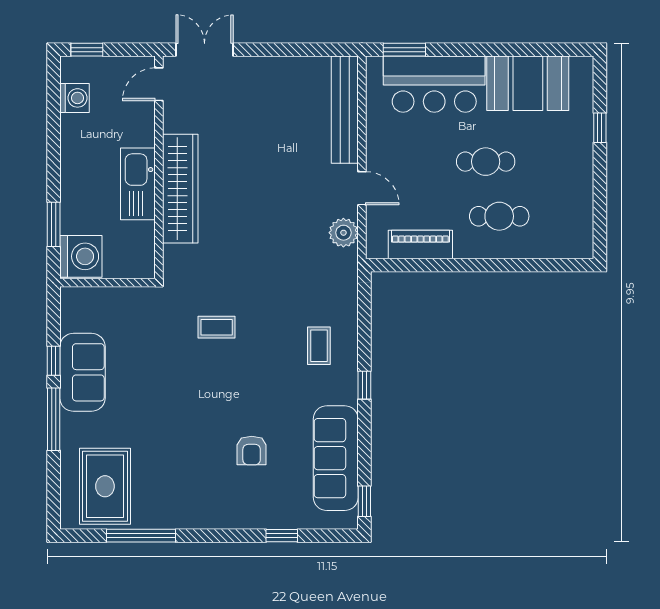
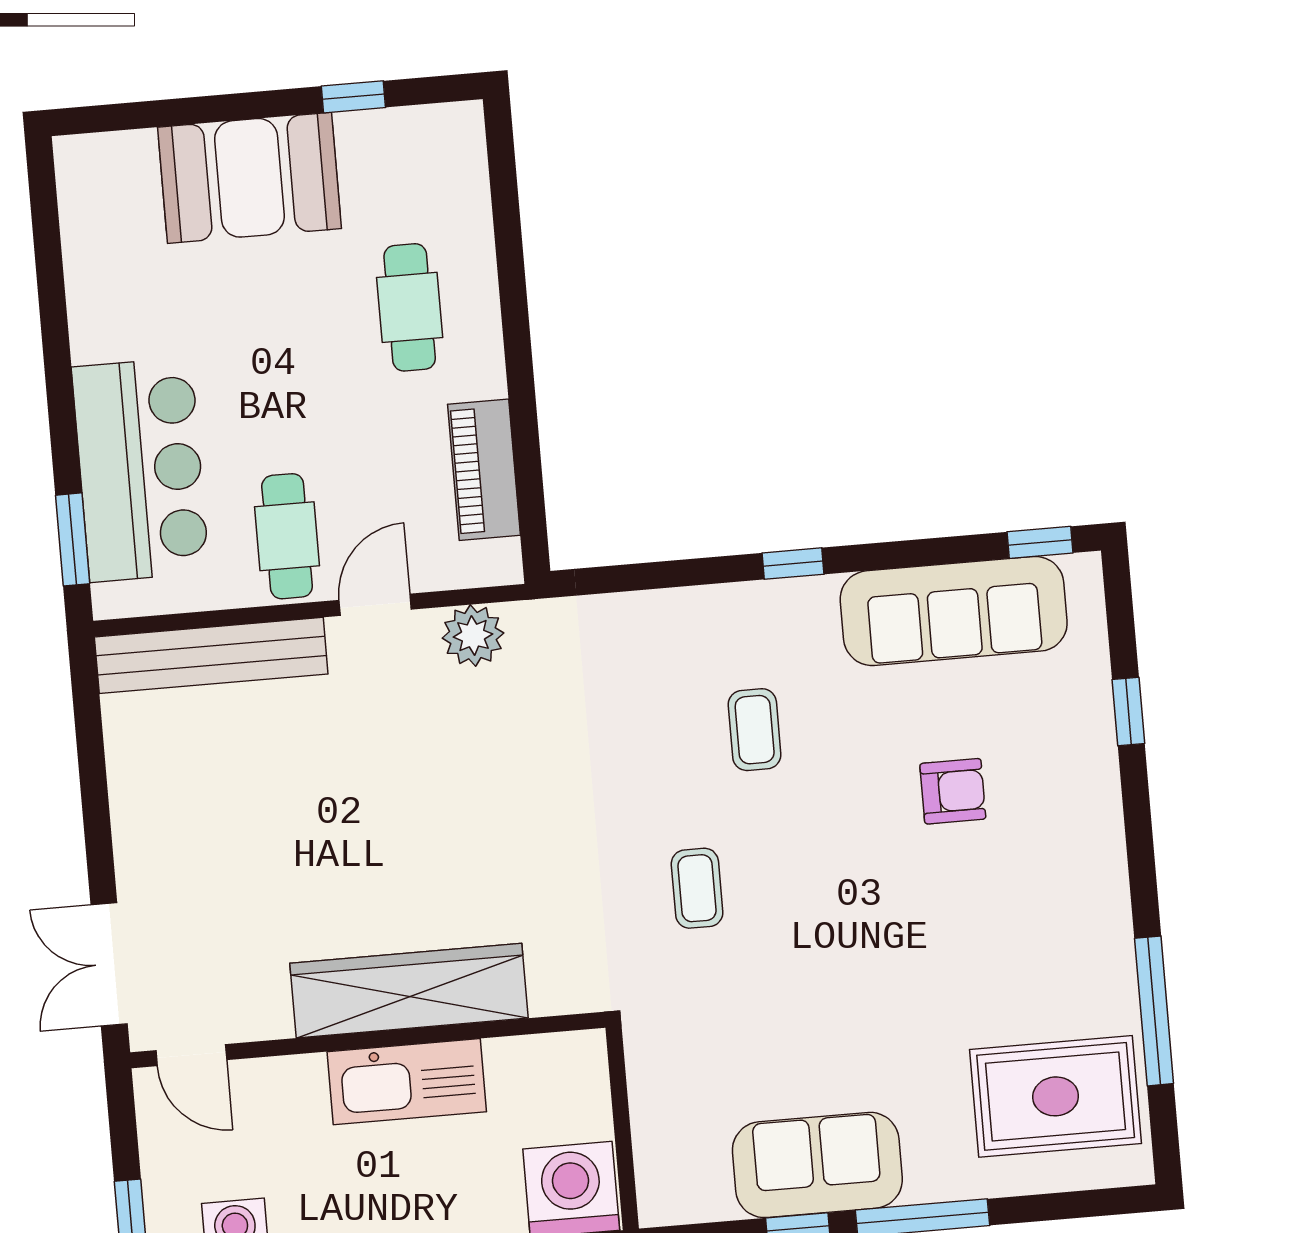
booth: (528, 83) -> (249, 178), moved, turned 90
window: (600, 128) -> (353, 97), moved
cafe table: (486, 162) -> (287, 536), moved
coffee table: (319, 346) -> (755, 730), moved, turned 90

